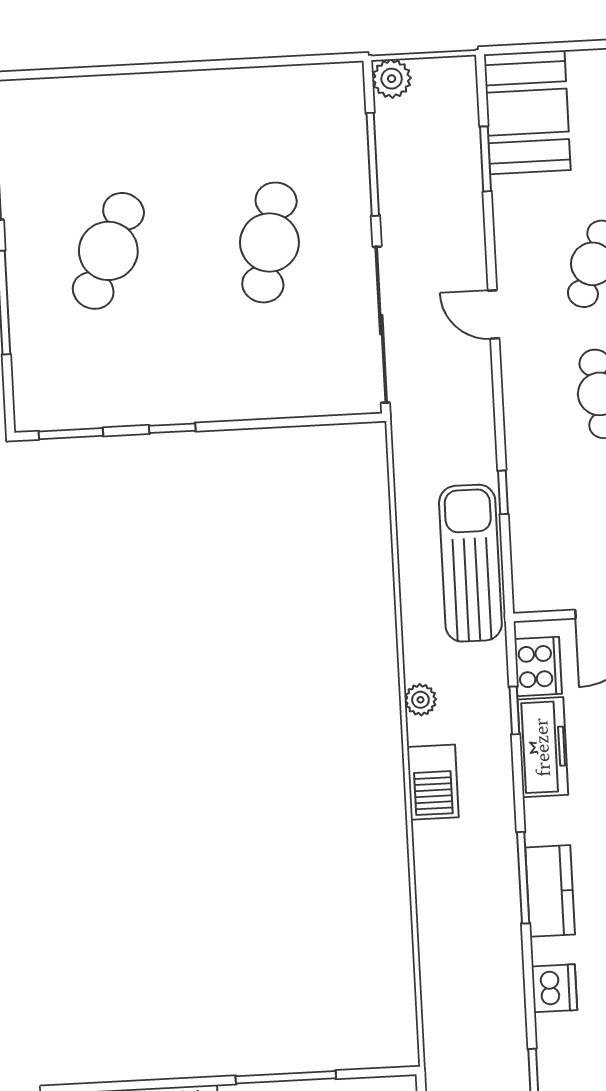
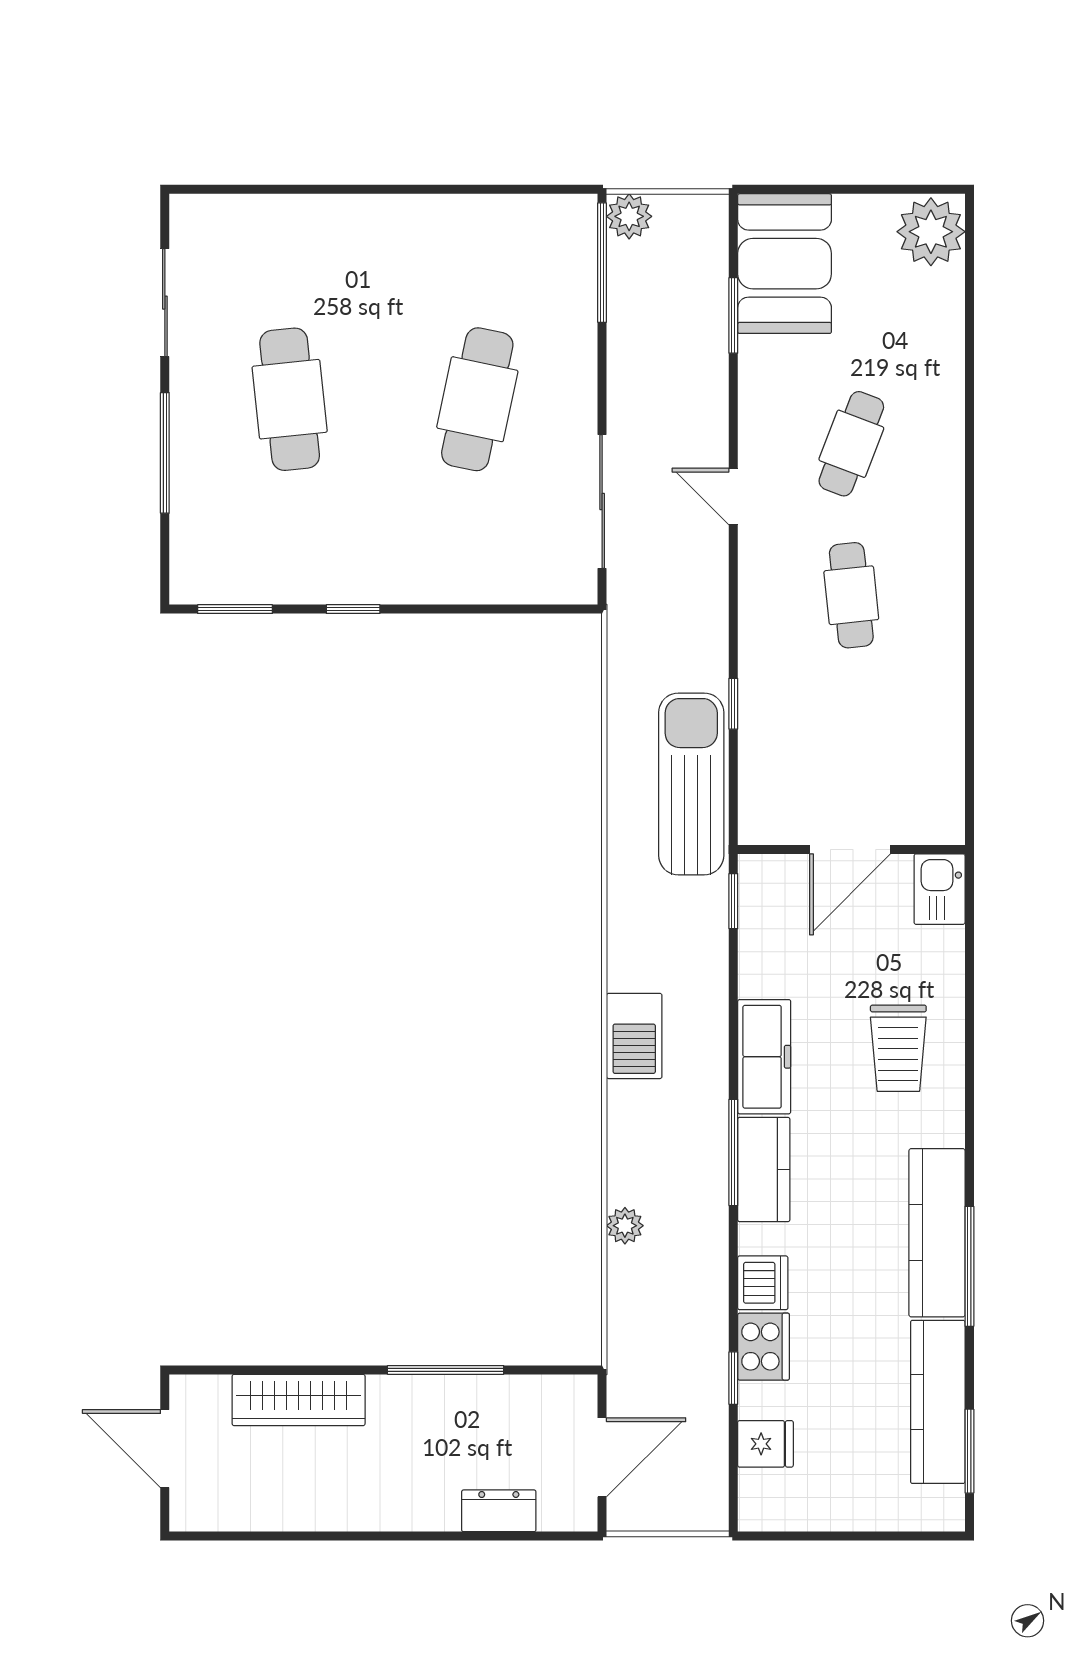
window: (373, 164) -> (602, 263), moved
cafe table: (108, 251) -> (290, 399), turned -30
sliding door: (381, 325) -> (602, 501), width x0.73
cooker: (538, 666) -> (764, 1347), moved
plant: (420, 700) -> (625, 1226), moved
window: (514, 710) -> (733, 901), moved
freezer: (543, 747) -> (764, 1057), moved

